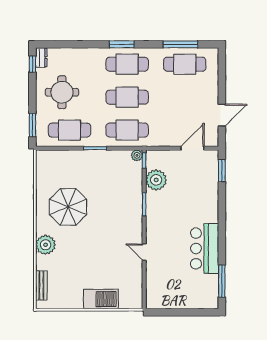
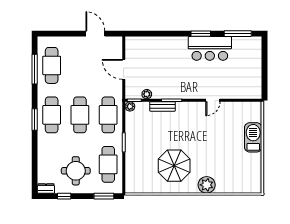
window: (32, 64) -> (64, 196), moved
door: (192, 148) -> (124, 69), moved
window: (222, 171) -> (201, 34), moved
plant: (156, 180) -> (147, 94), width x0.53, depth x0.53
bench: (41, 285) -> (163, 106), moved

